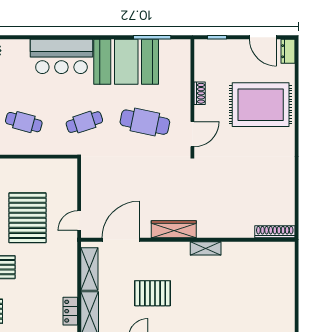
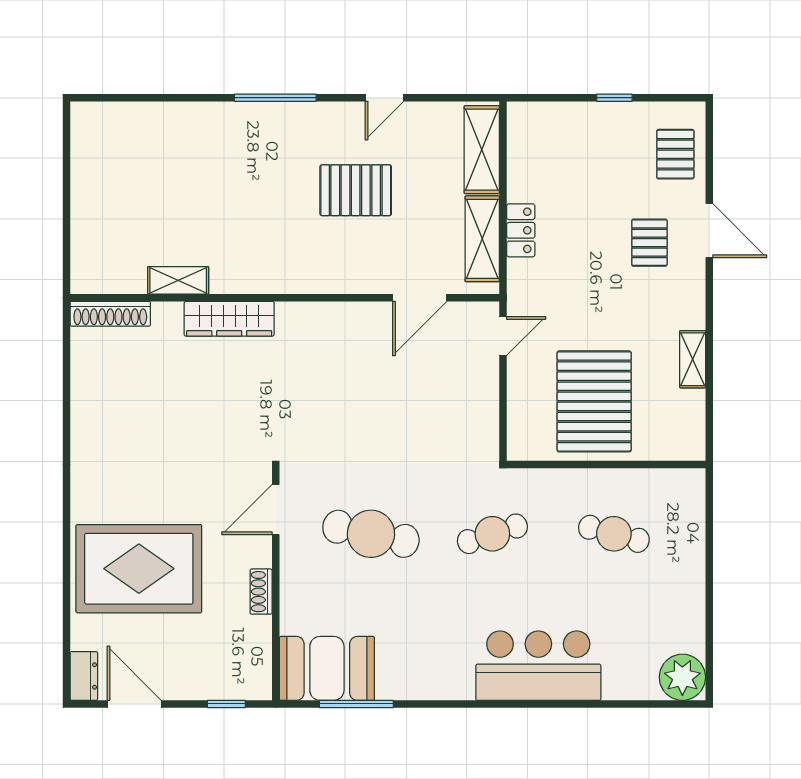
booth: (126, 62) -> (327, 668), moved, width x0.73, depth x0.70
pallet: (27, 218) -> (594, 401), moved
wardrobe: (174, 229) -> (229, 319), moved
door: (121, 240) -> (420, 298), width x0.73
shelving: (206, 248) -> (178, 280), moved
locker: (70, 311) -> (521, 230), moved

